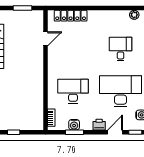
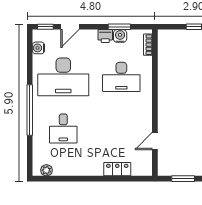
locker: (71, 16) -> (117, 169), width x0.66
printer: (99, 125) -> (105, 36), moved

